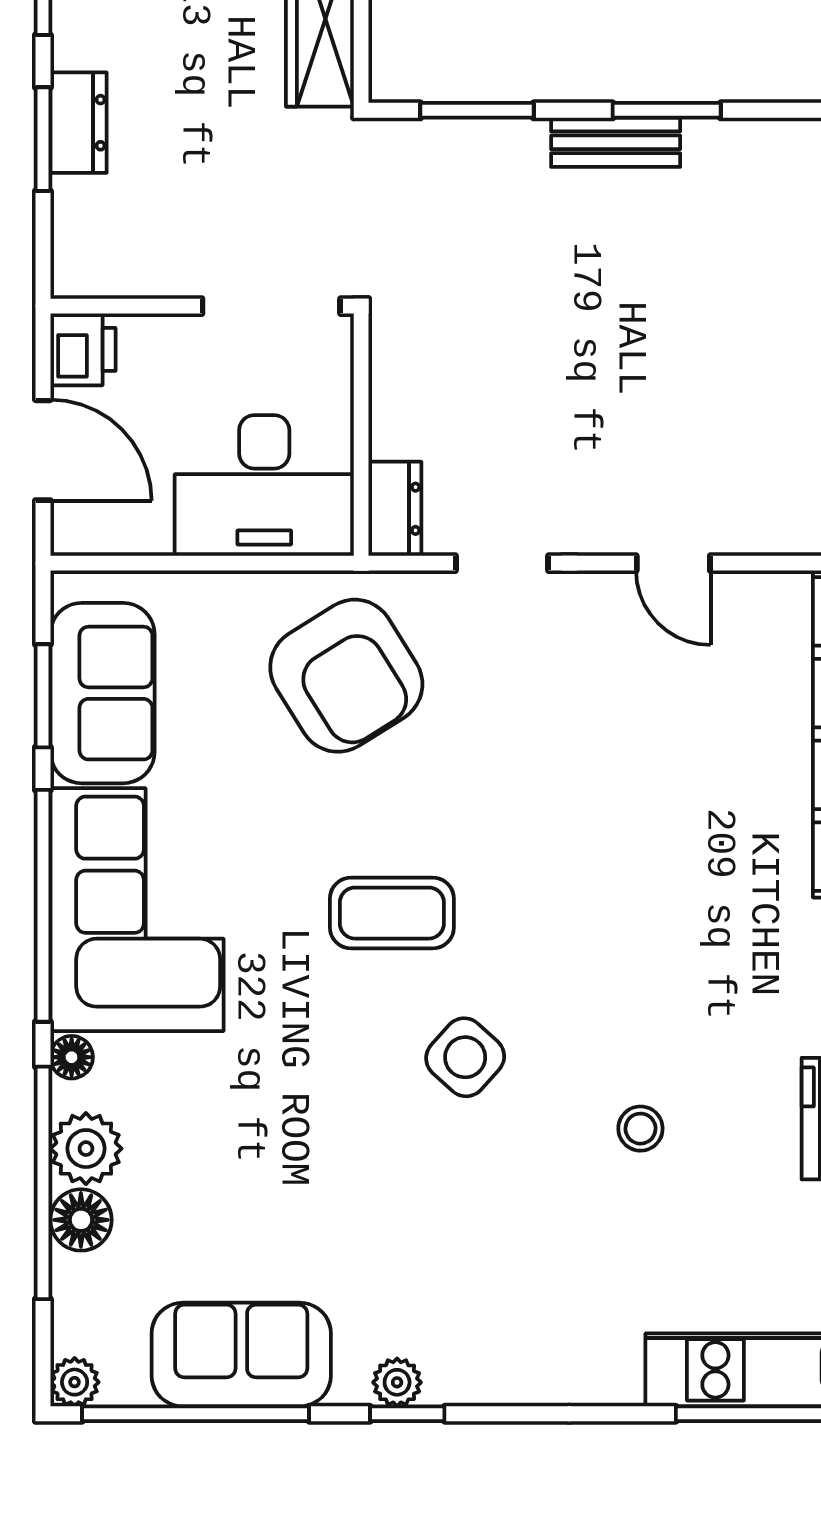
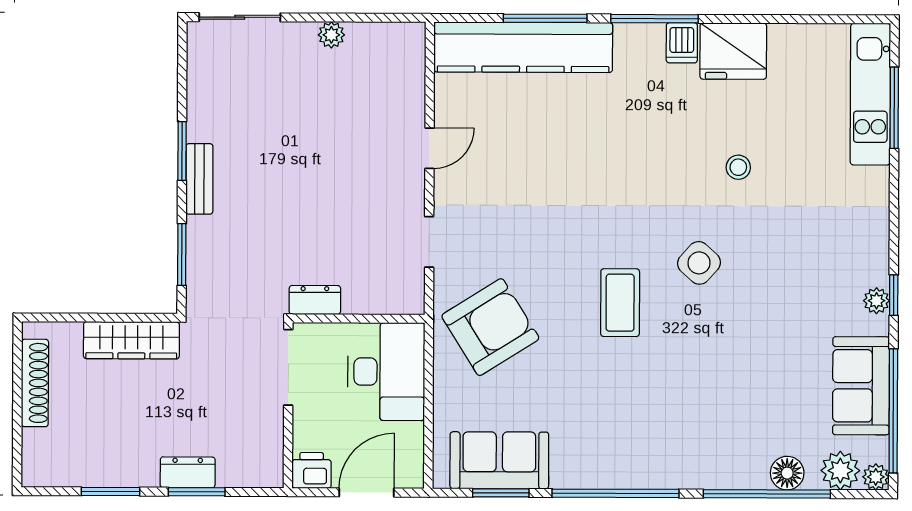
dresser: (395, 509) -> (315, 300), moved
corner sofa: (137, 910) -> (618, 442), removed
floor lamp: (72, 1057) -> (698, 478), removed
plant: (86, 1149) -> (840, 471), moved

